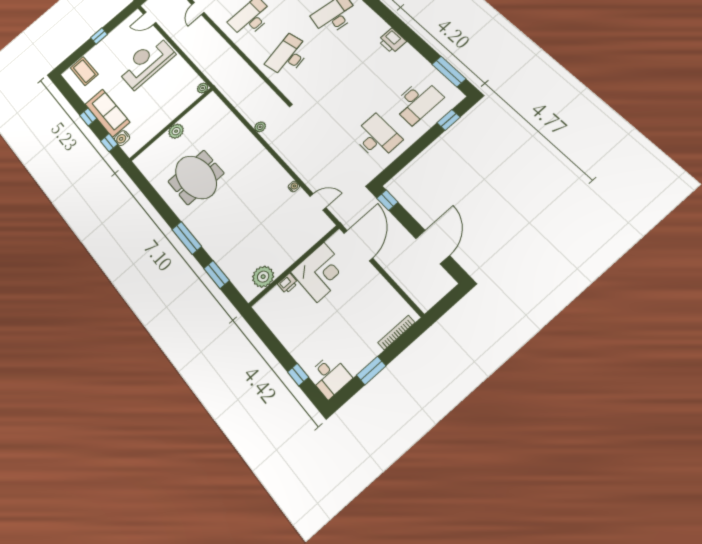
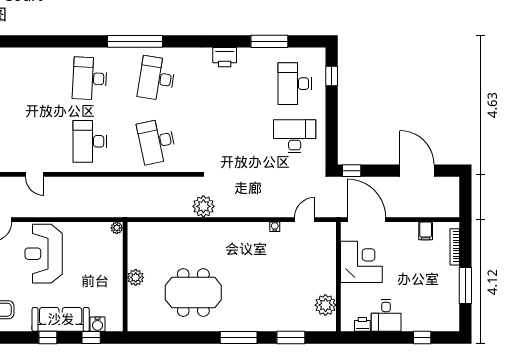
window: (449, 72) -> (269, 41), moved
desk: (417, 101) -> (295, 84), turned 180
plant: (260, 127) -> (203, 206), width x1.88, depth x1.88
printer: (288, 283) -> (362, 324), moved, turned -90
filing cabinet: (389, 298) -> (426, 231), added
window: (371, 371) -> (465, 286), width x1.44
desk: (330, 376) -> (386, 316), moved, turned 90

